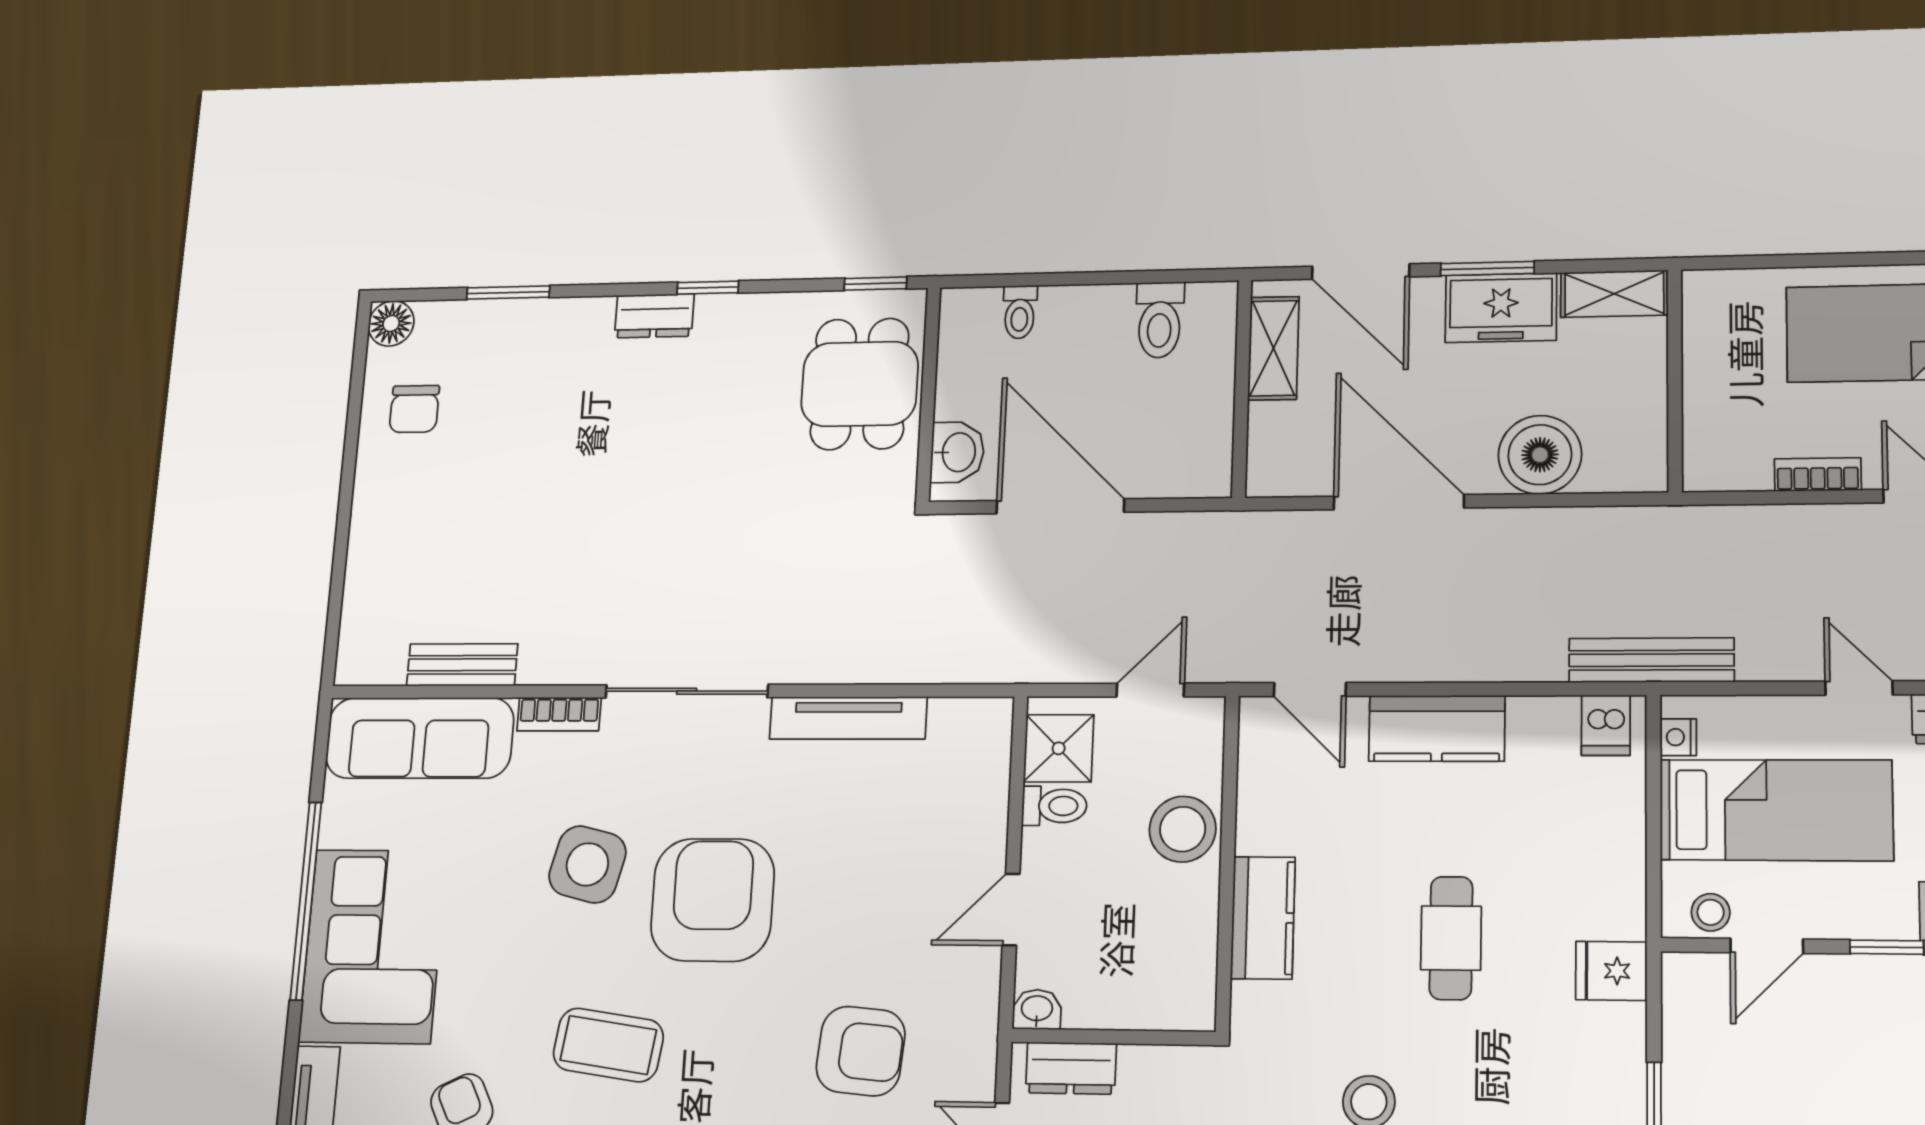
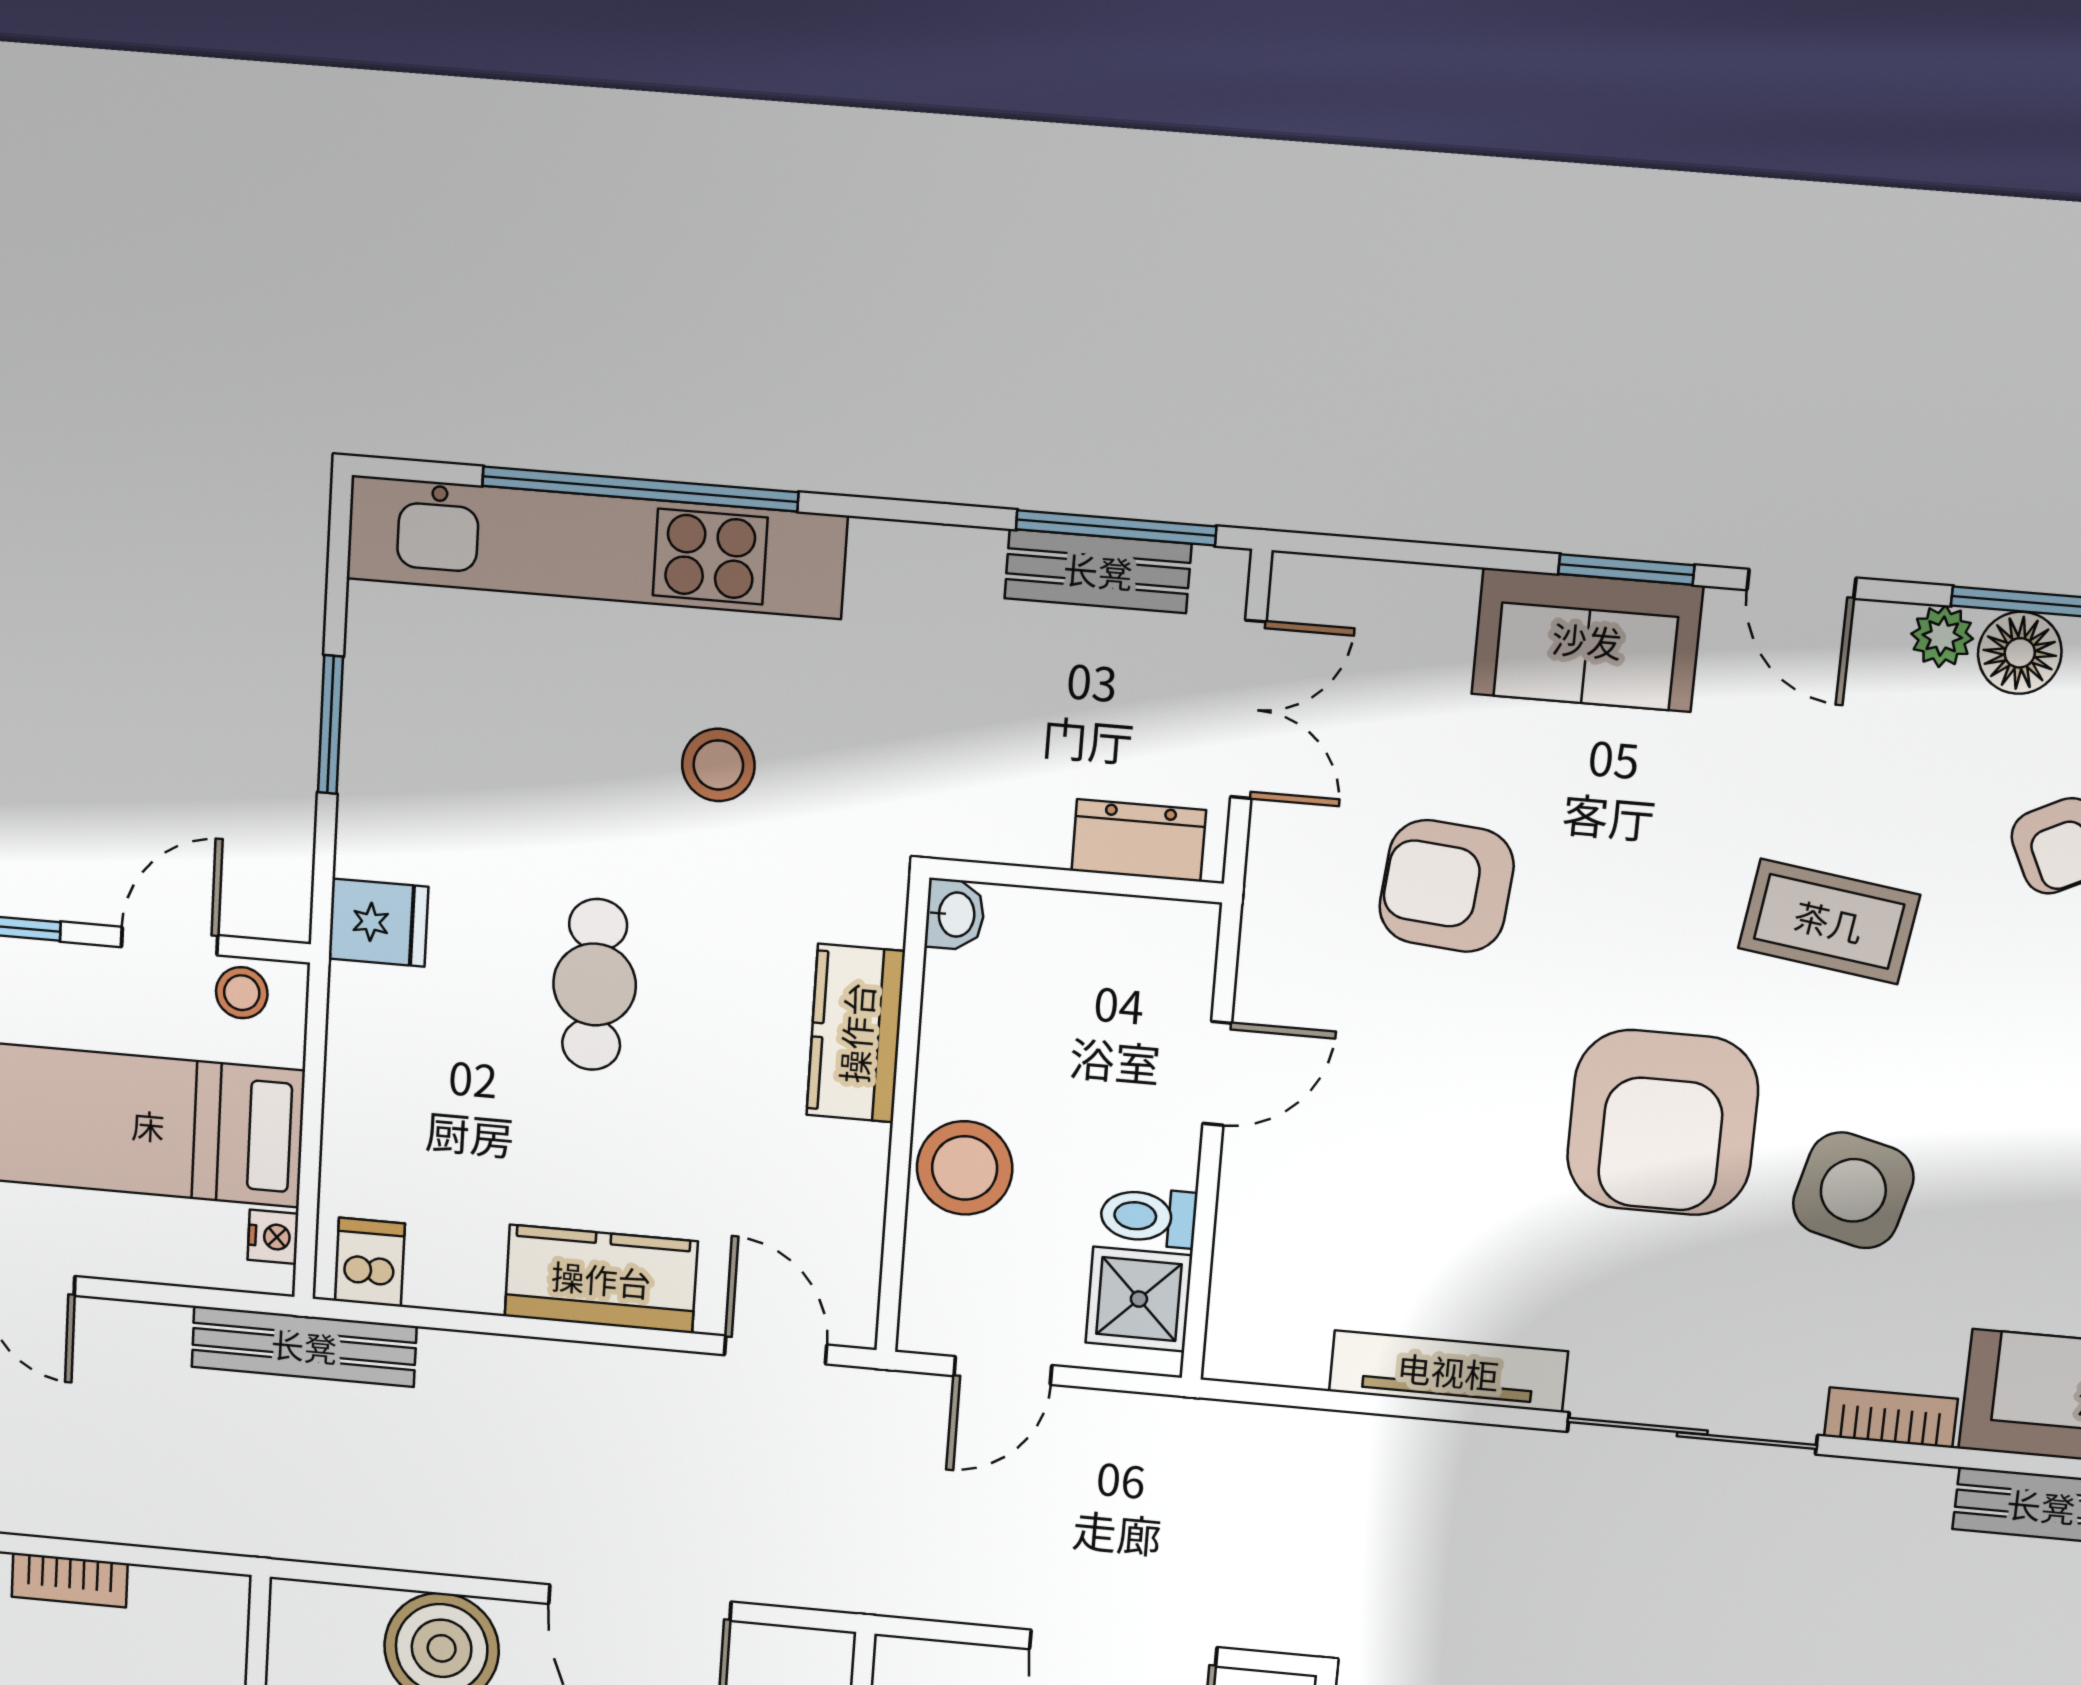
washbasin: (1037, 1009) -> (955, 914), moved, turned -90

